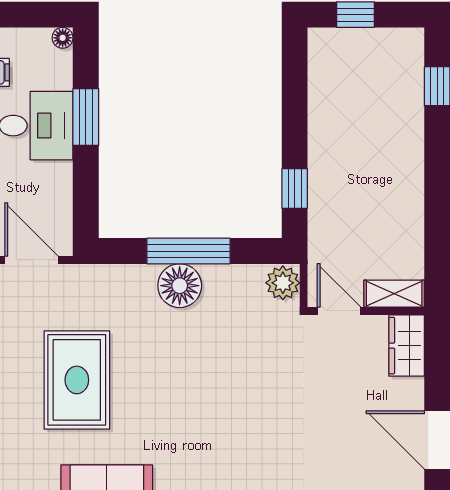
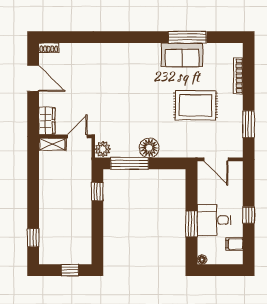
window: (188, 251) -> (130, 163), moved
door: (339, 311) -> (77, 136), swing flipped
rug: (77, 380) -> (196, 105), turned 90

